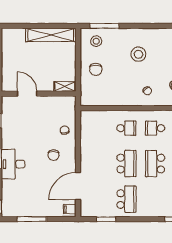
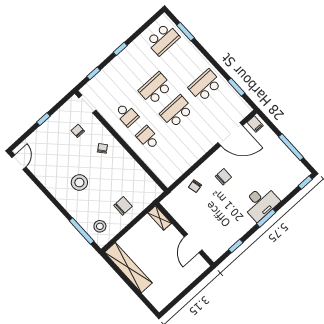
school desk: (155, 164) -> (155, 89), turned 180

